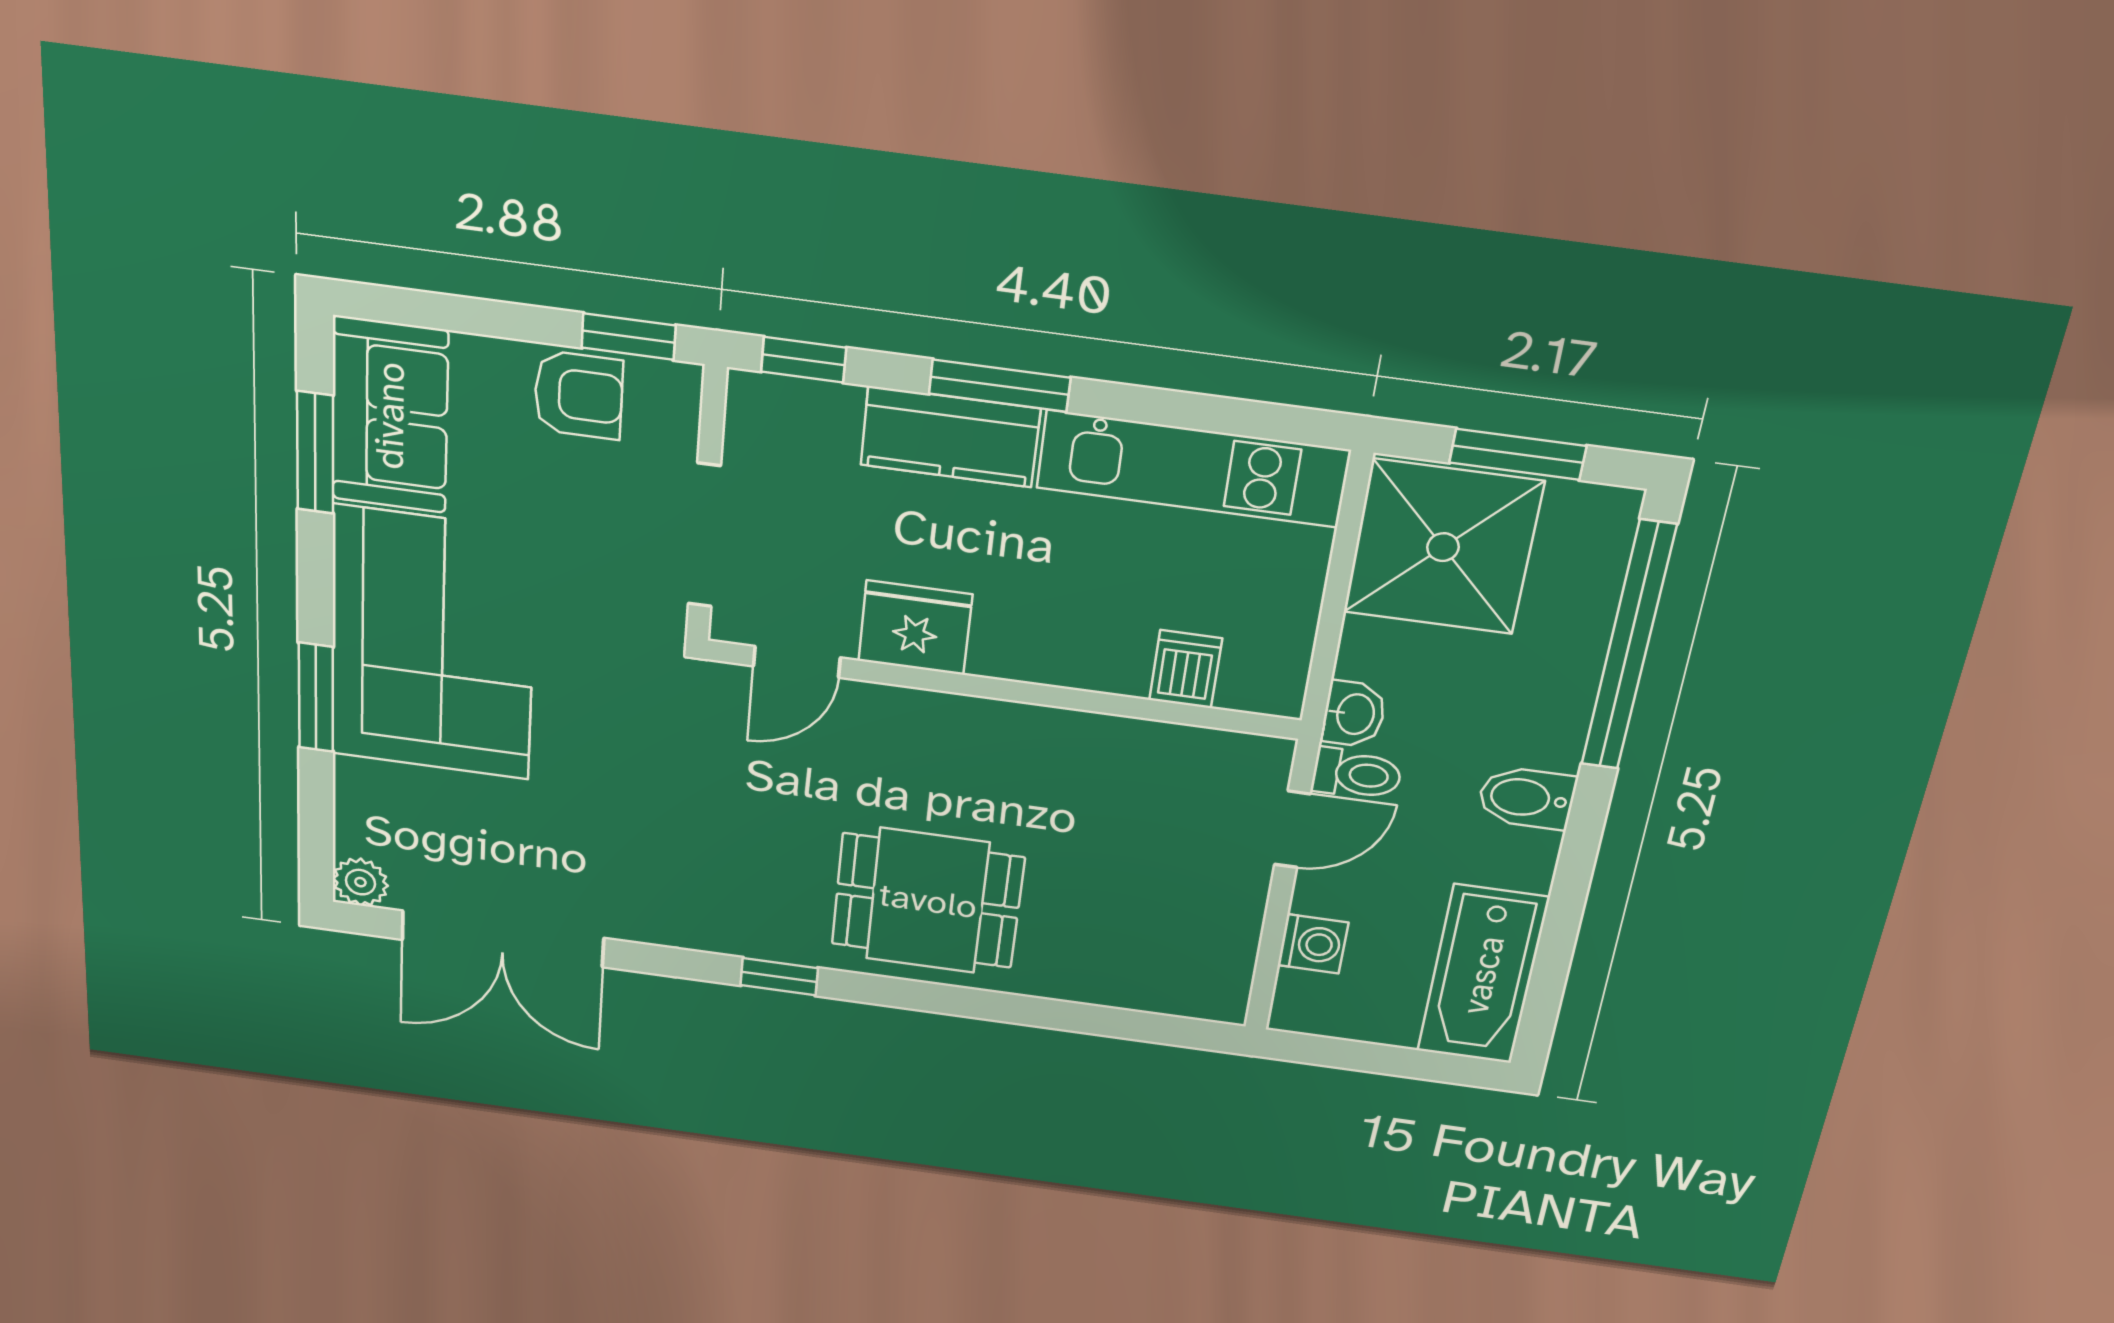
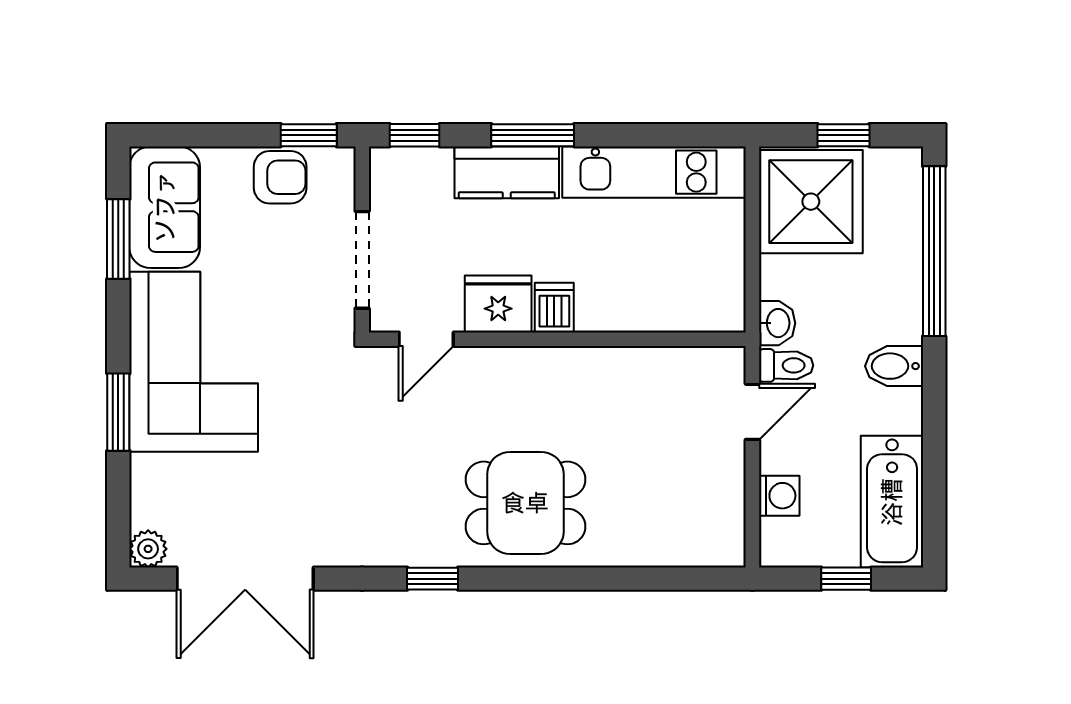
window: (1518, 454) -> (843, 135), width x0.67
dishwasher: (1186, 669) -> (554, 308), moved
window: (1393, 1061) -> (846, 579), added

